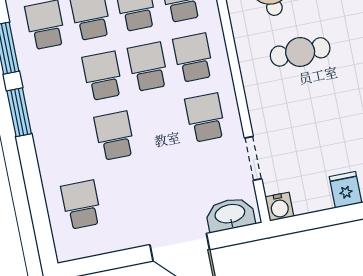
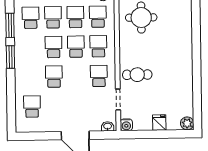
cafe table: (300, 52) -> (137, 75), moved
washbasin: (230, 215) -> (108, 126), width x0.52, depth x0.69

